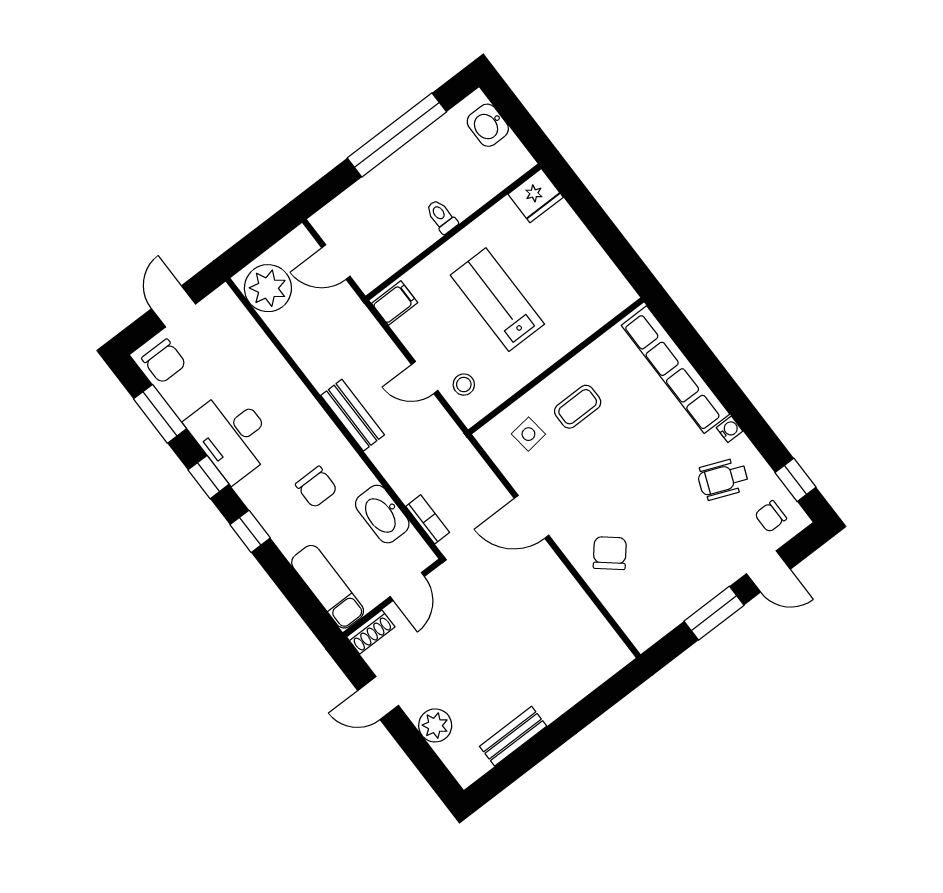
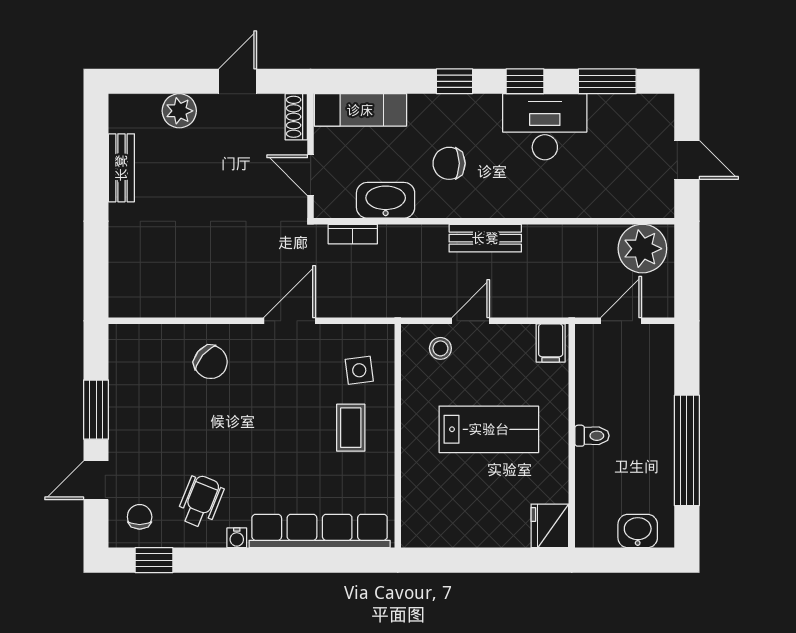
chair: (164, 361) -> (648, 118), removed

